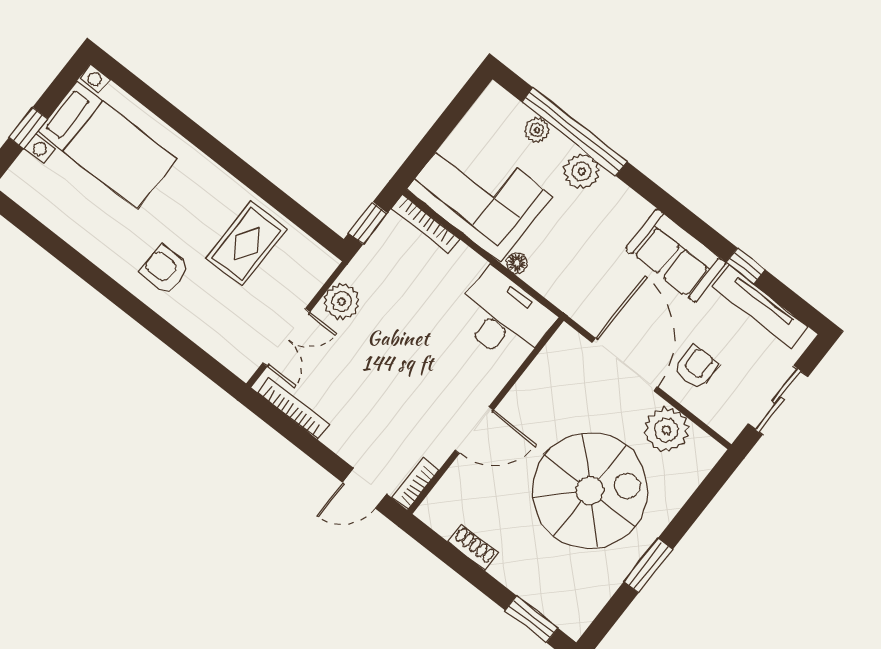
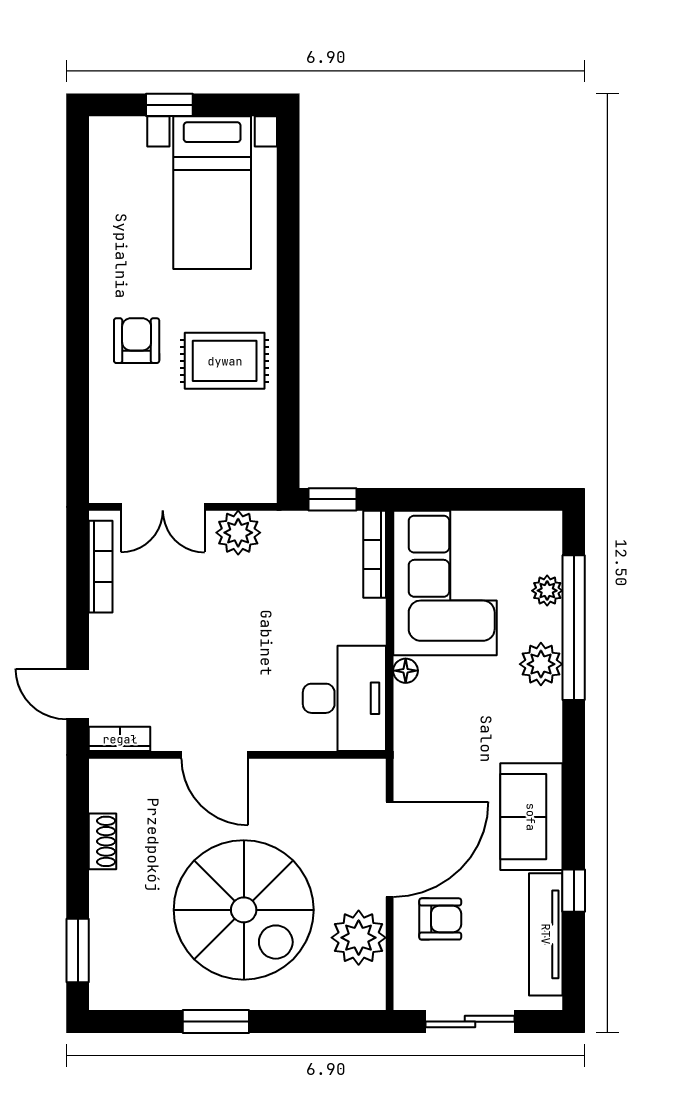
rug: (247, 244) -> (225, 361), moved

